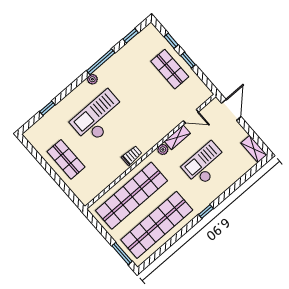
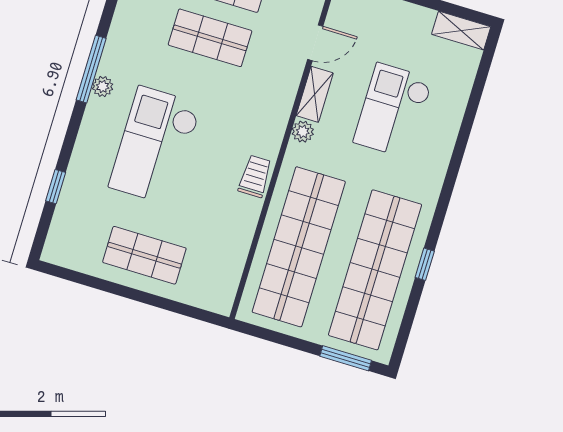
window: (101, 62) -> (91, 69), moved
shop shelf: (149, 87) -> (210, 38), added
window: (206, 212) -> (425, 264), moved

